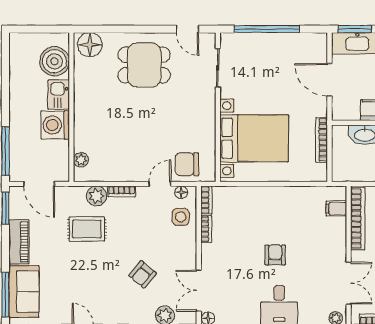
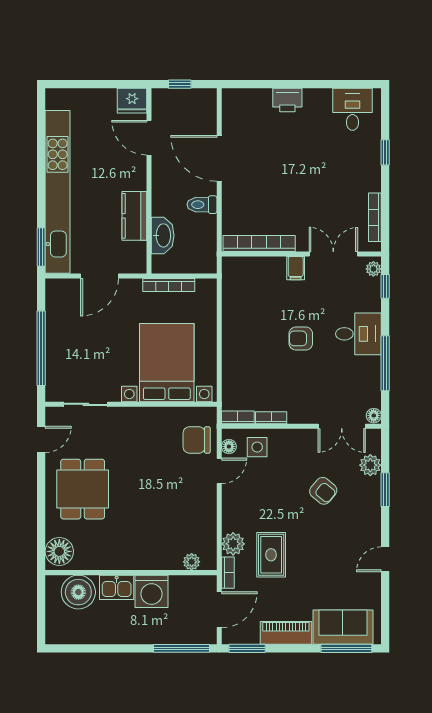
chair: (187, 164) -> (197, 440), turned 90
door: (160, 184) -> (219, 471), swing flipped
bookcase: (122, 191) -> (228, 573), moved
filing cabinet: (336, 209) -> (296, 268), moved

